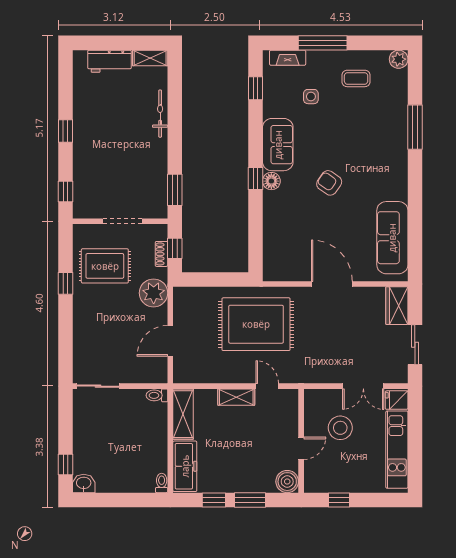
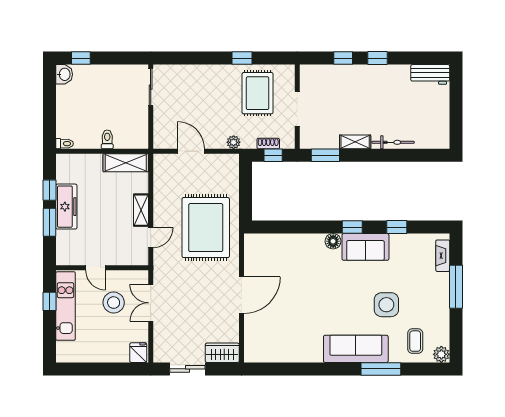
shelving: (150, 58) -> (355, 142), moved, turned 90
workbench: (109, 61) -> (430, 74), moved, turned -90
coffee table: (356, 78) -> (415, 341), moved
window: (255, 88) -> (397, 227), moved
side table: (311, 97) -> (386, 305), moved, width x1.87, depth x1.87
window: (255, 178) -> (352, 227), moved
armchair: (329, 183) -> (331, 293), removed
window: (65, 191) -> (343, 58), moved
sofa: (392, 238) -> (356, 349), moved
plant: (154, 293) -> (234, 142), width x0.53, depth x0.53
double door: (363, 386) -> (151, 303), moved
toilet: (157, 395) -> (107, 139), moved
kitchen unit: (397, 450) -> (66, 306), moved, turned 90
freezer: (185, 466) -> (66, 207), moved, turned -90
boiler: (287, 482) -> (66, 255), removed

